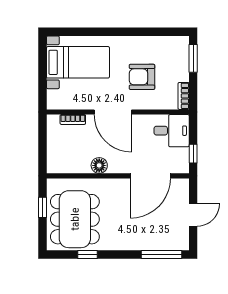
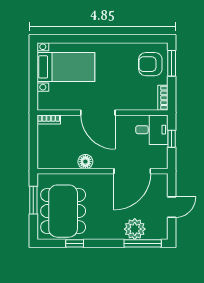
armchair: (142, 77) -> (150, 64), moved
bookcase: (73, 119) -> (49, 119), moved
window: (193, 154) -> (172, 139), moved
window: (42, 207) -> (33, 200), width x1.50
plant: (153, 239) -> (135, 229), added

